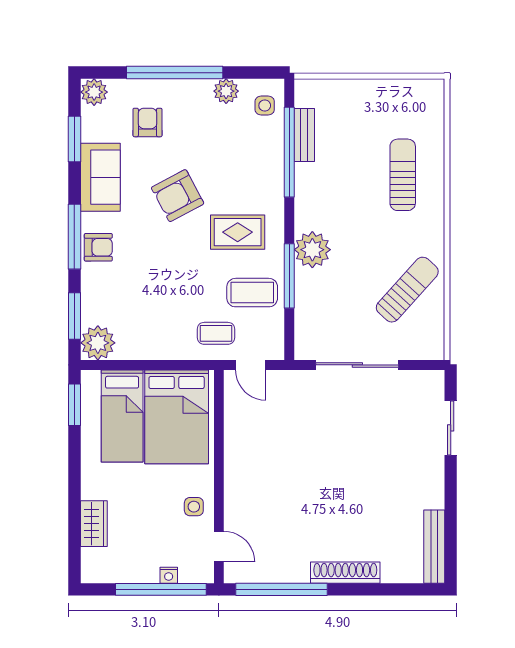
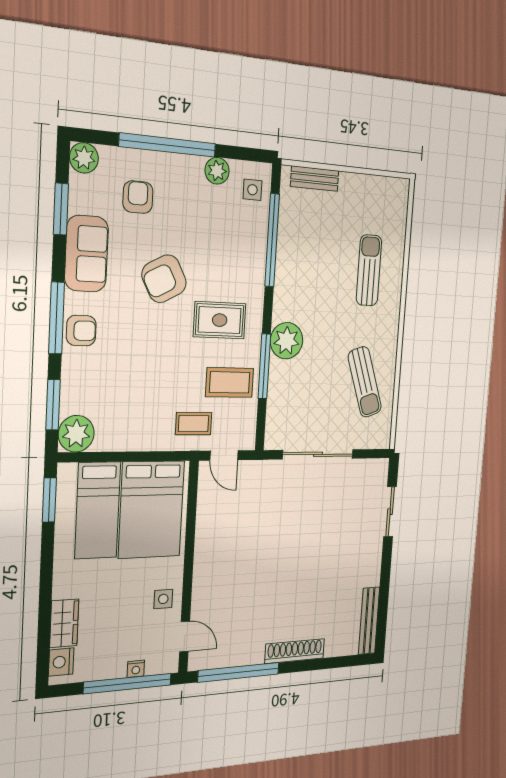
bench: (304, 135) -> (315, 179), moved, turned 90
sun lounger: (407, 290) -> (365, 382), turned 119
nightstand: (92, 561) -> (61, 662), added

